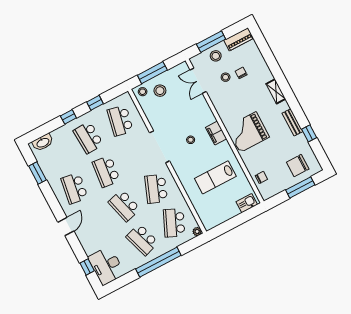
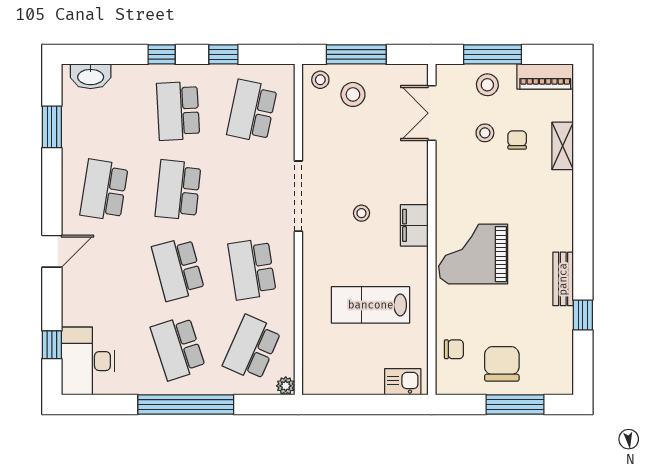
shelving: (276, 91) -> (563, 146), moved
chair: (298, 166) -> (502, 364), moved, turned 90
school desk: (156, 189) -> (252, 269), turned -30

